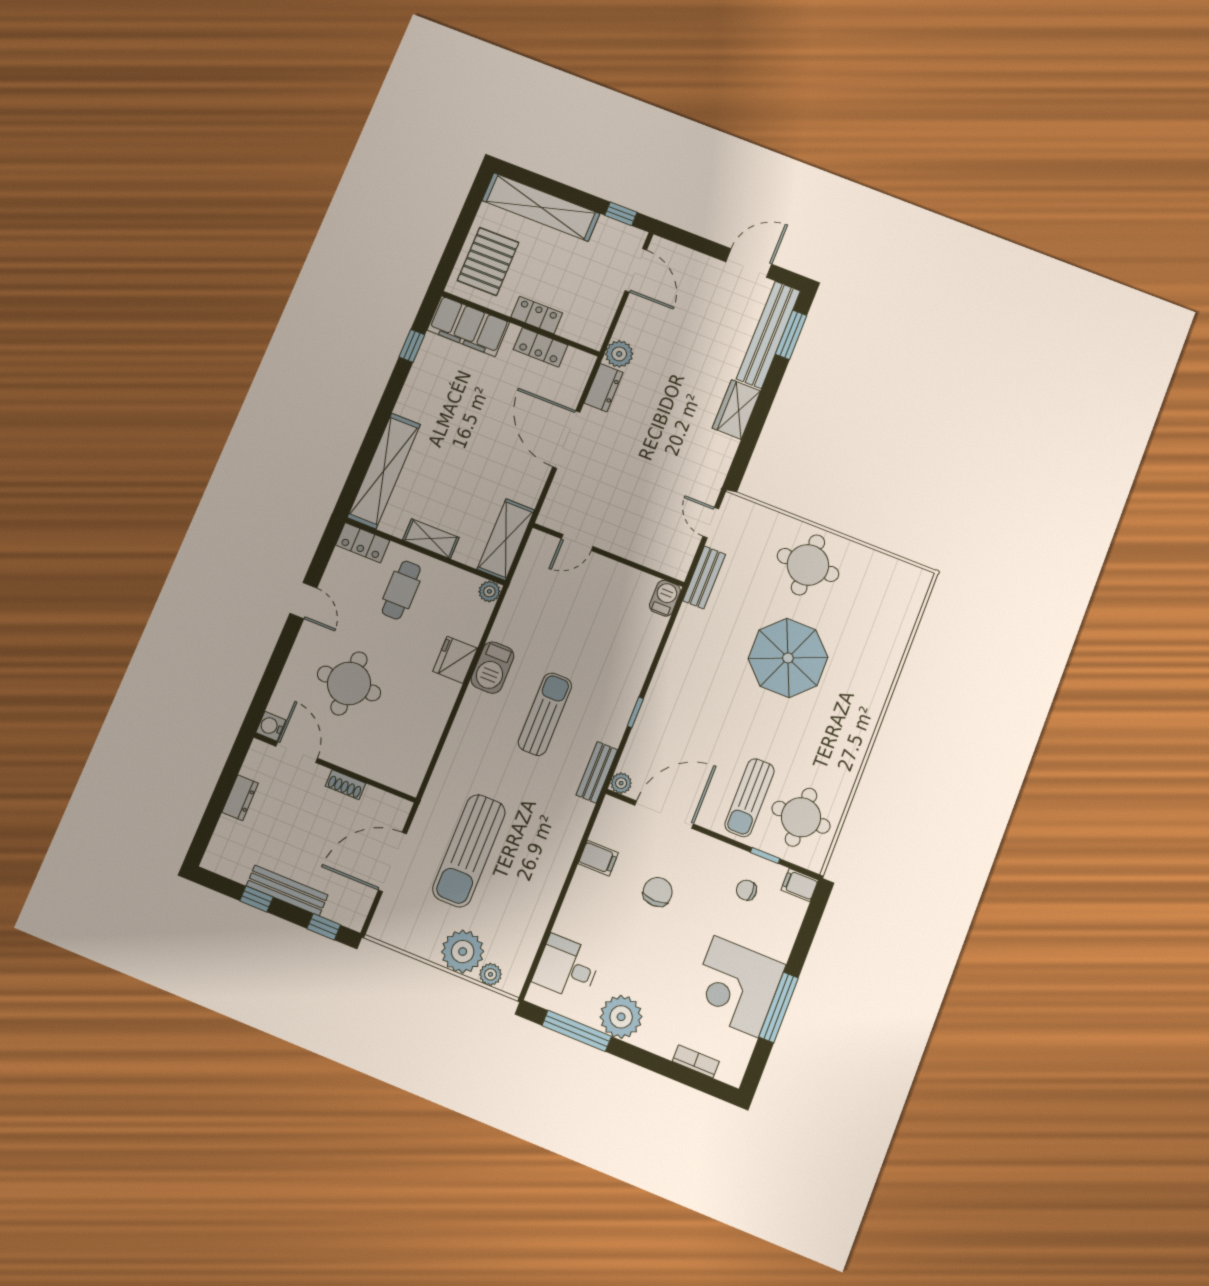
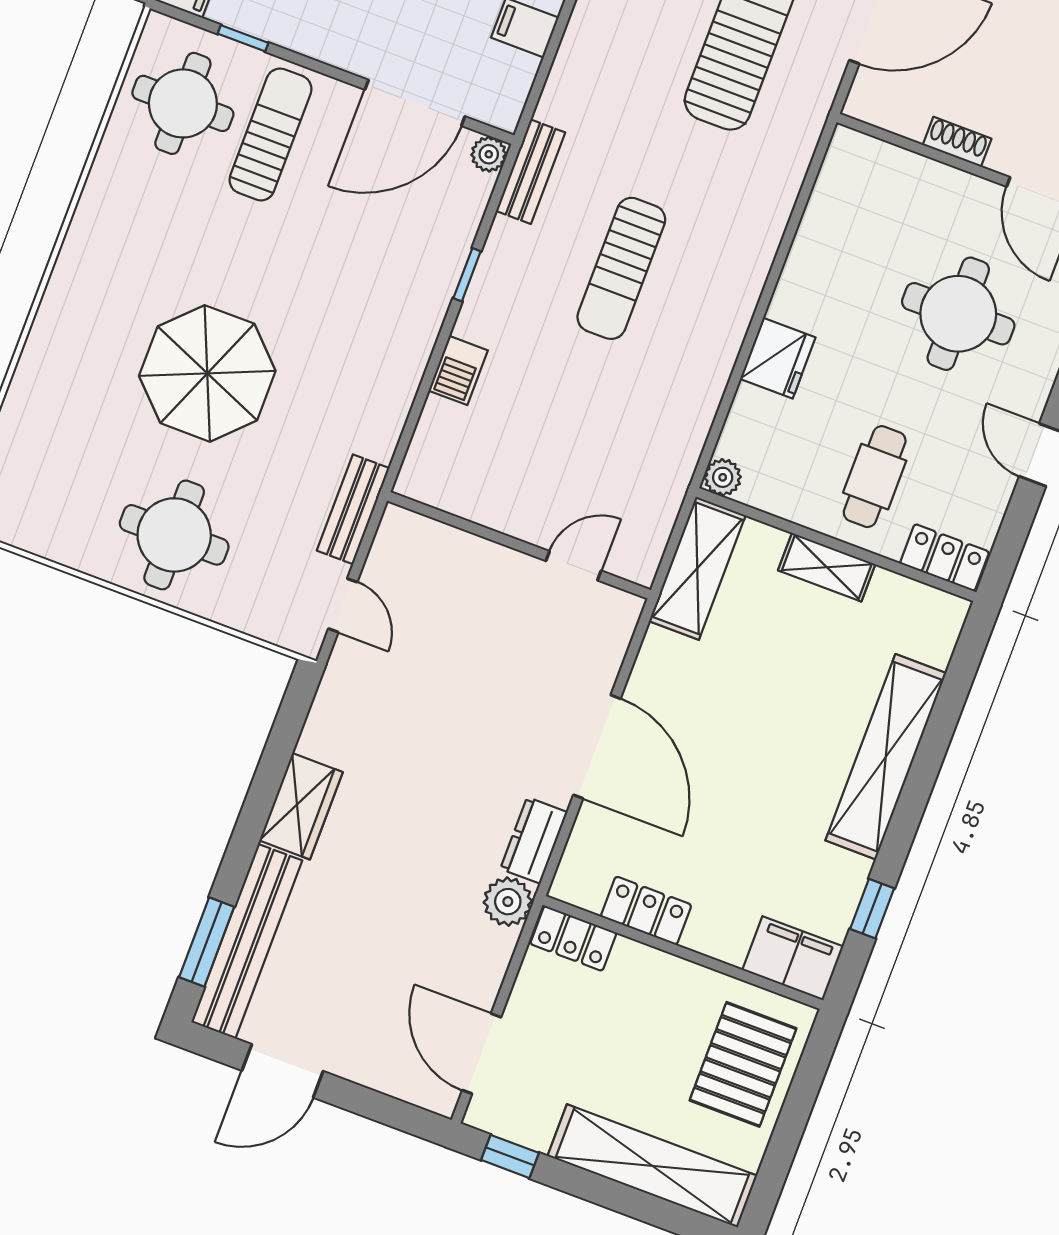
locker: (537, 315) -> (573, 938), moved
filing cabinet: (468, 326) -> (793, 958), width x0.67, depth x0.86
shelving: (384, 471) -> (886, 757), moved
barbecue: (665, 598) -> (458, 370), moved
barbecue: (492, 668) -> (713, 346), removed

